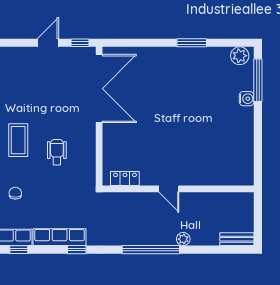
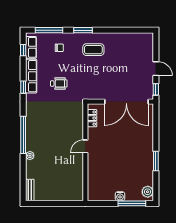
wheelchair: (57, 152) -> (59, 83), moved
locker: (125, 178) -> (92, 118), moved
door: (169, 189) -> (85, 146), moved
wall: (178, 189) -> (85, 152), moved

